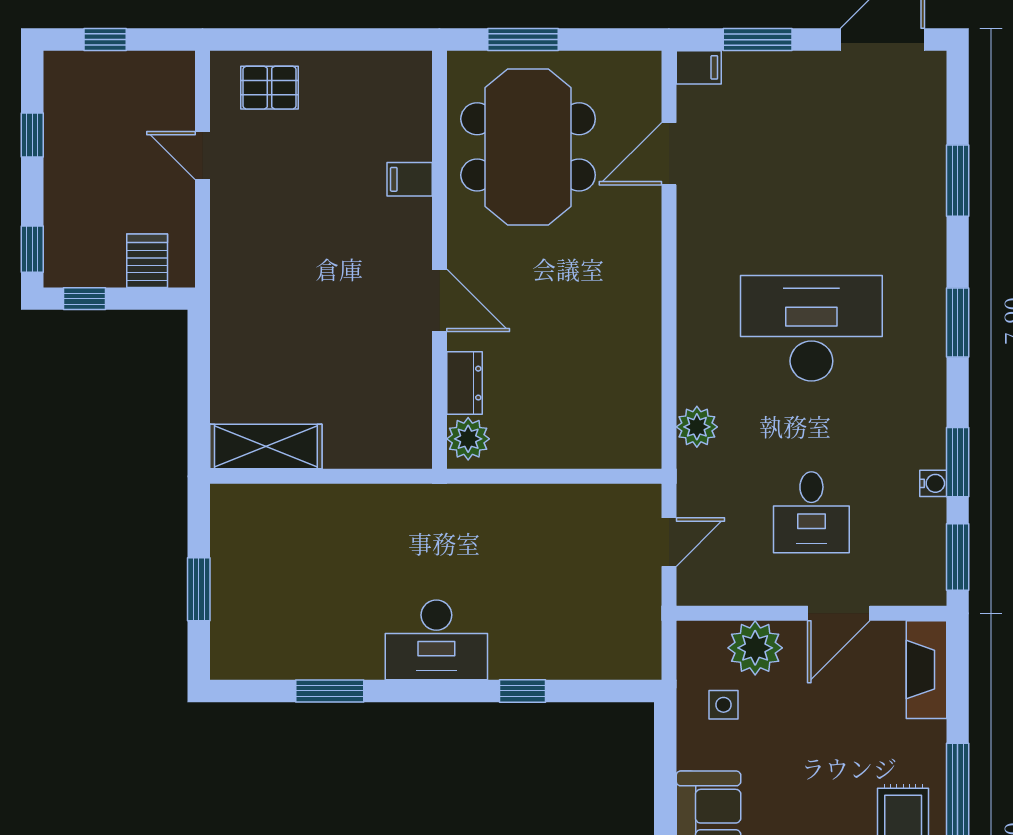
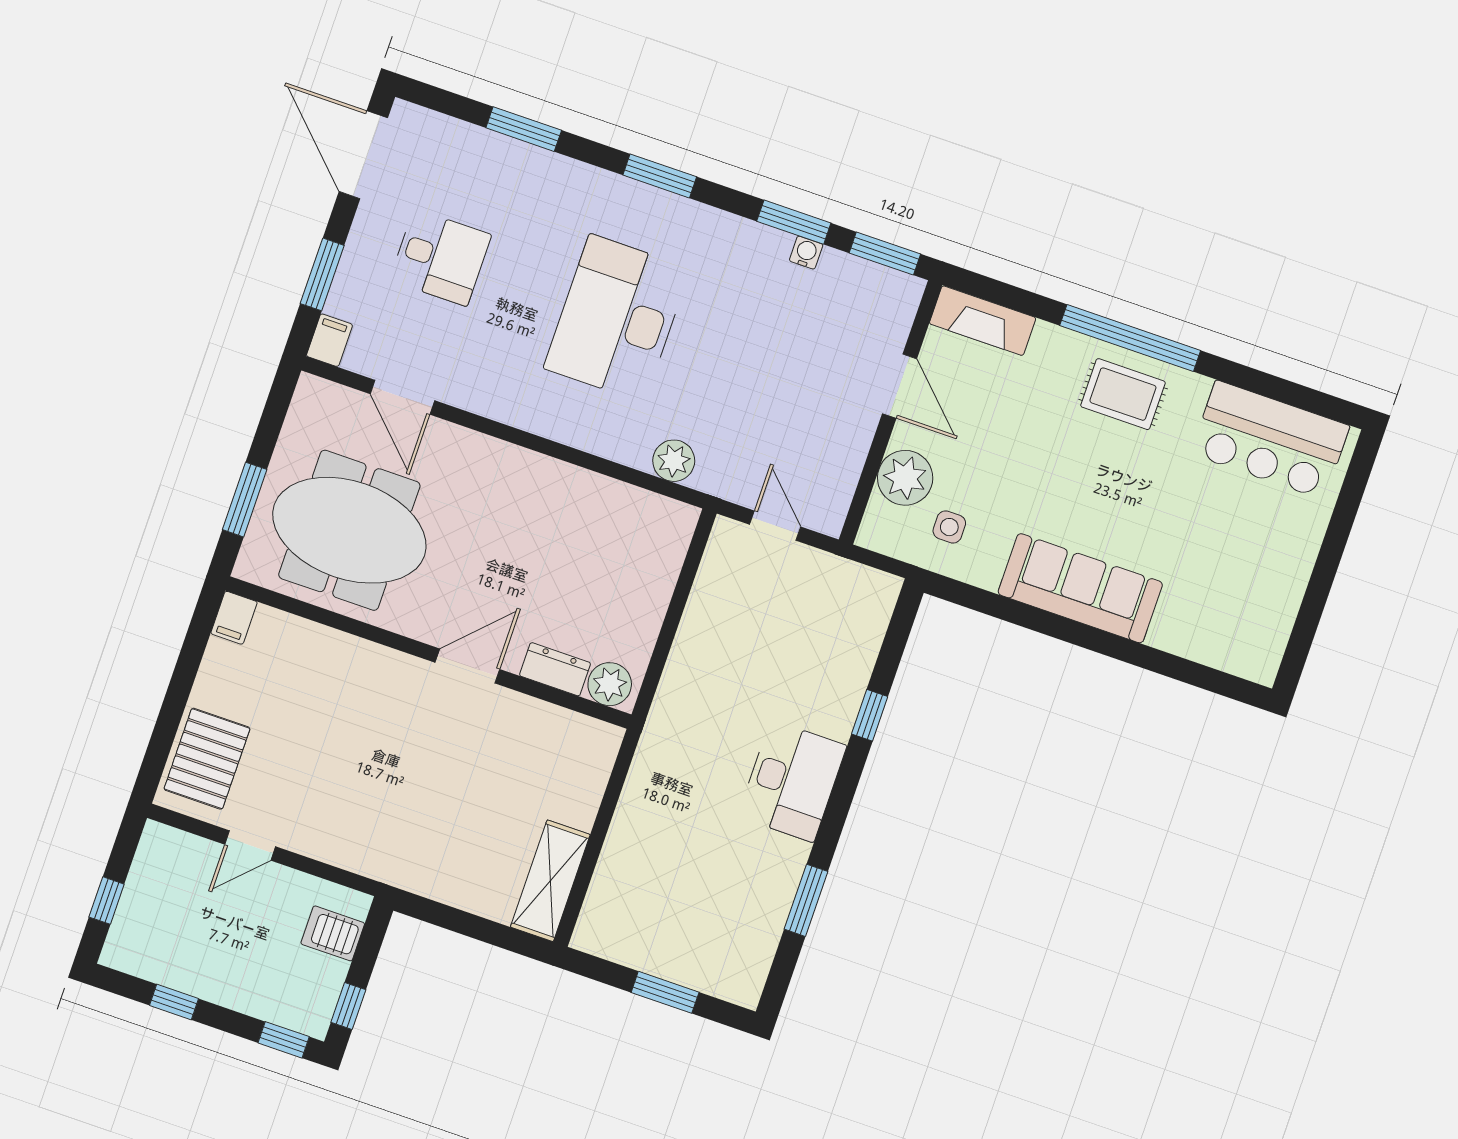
pallet: (270, 88) -> (207, 759), width x1.50, depth x1.42
filing cabinet: (410, 179) -> (234, 618), moved
desk: (811, 512) -> (440, 257), moved

